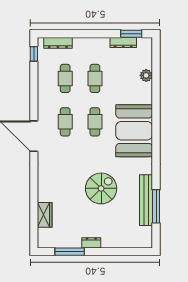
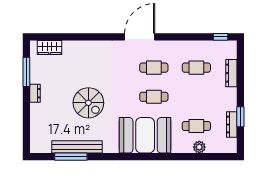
window: (131, 34) -> (240, 117), moved
dresser: (58, 43) -> (231, 73), moved
cafe table: (95, 78) -> (196, 126), moved
wardrobe: (45, 215) -> (50, 47), moved

